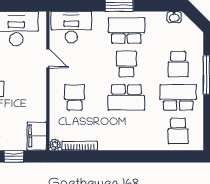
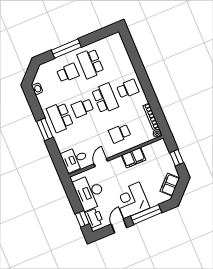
desk: (71, 27) -> (75, 159), width x0.73
school desk: (178, 131) -> (128, 89), moved
filing cabinet: (37, 136) -> (134, 158), moved

